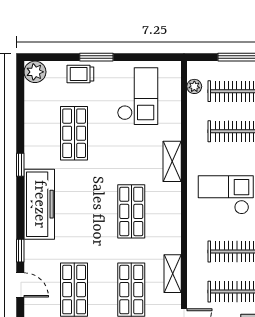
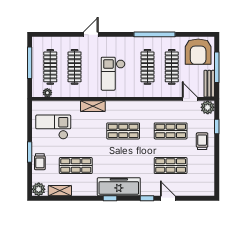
window: (20, 165) -> (110, 198), moved
shelving: (173, 274) -> (60, 191), moved
door: (20, 285) -> (168, 198), hinge flipped

